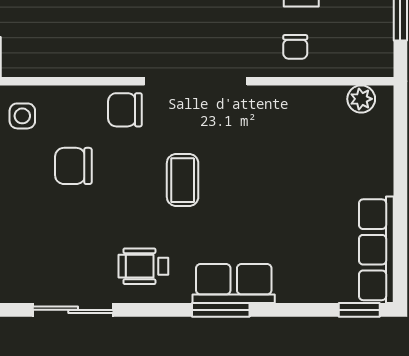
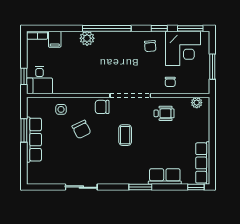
chair: (73, 166) -> (81, 129), turned -116
wheelchair: (143, 266) -> (164, 113), moved, turned 180
row of seats: (234, 283) -> (165, 176), moved

